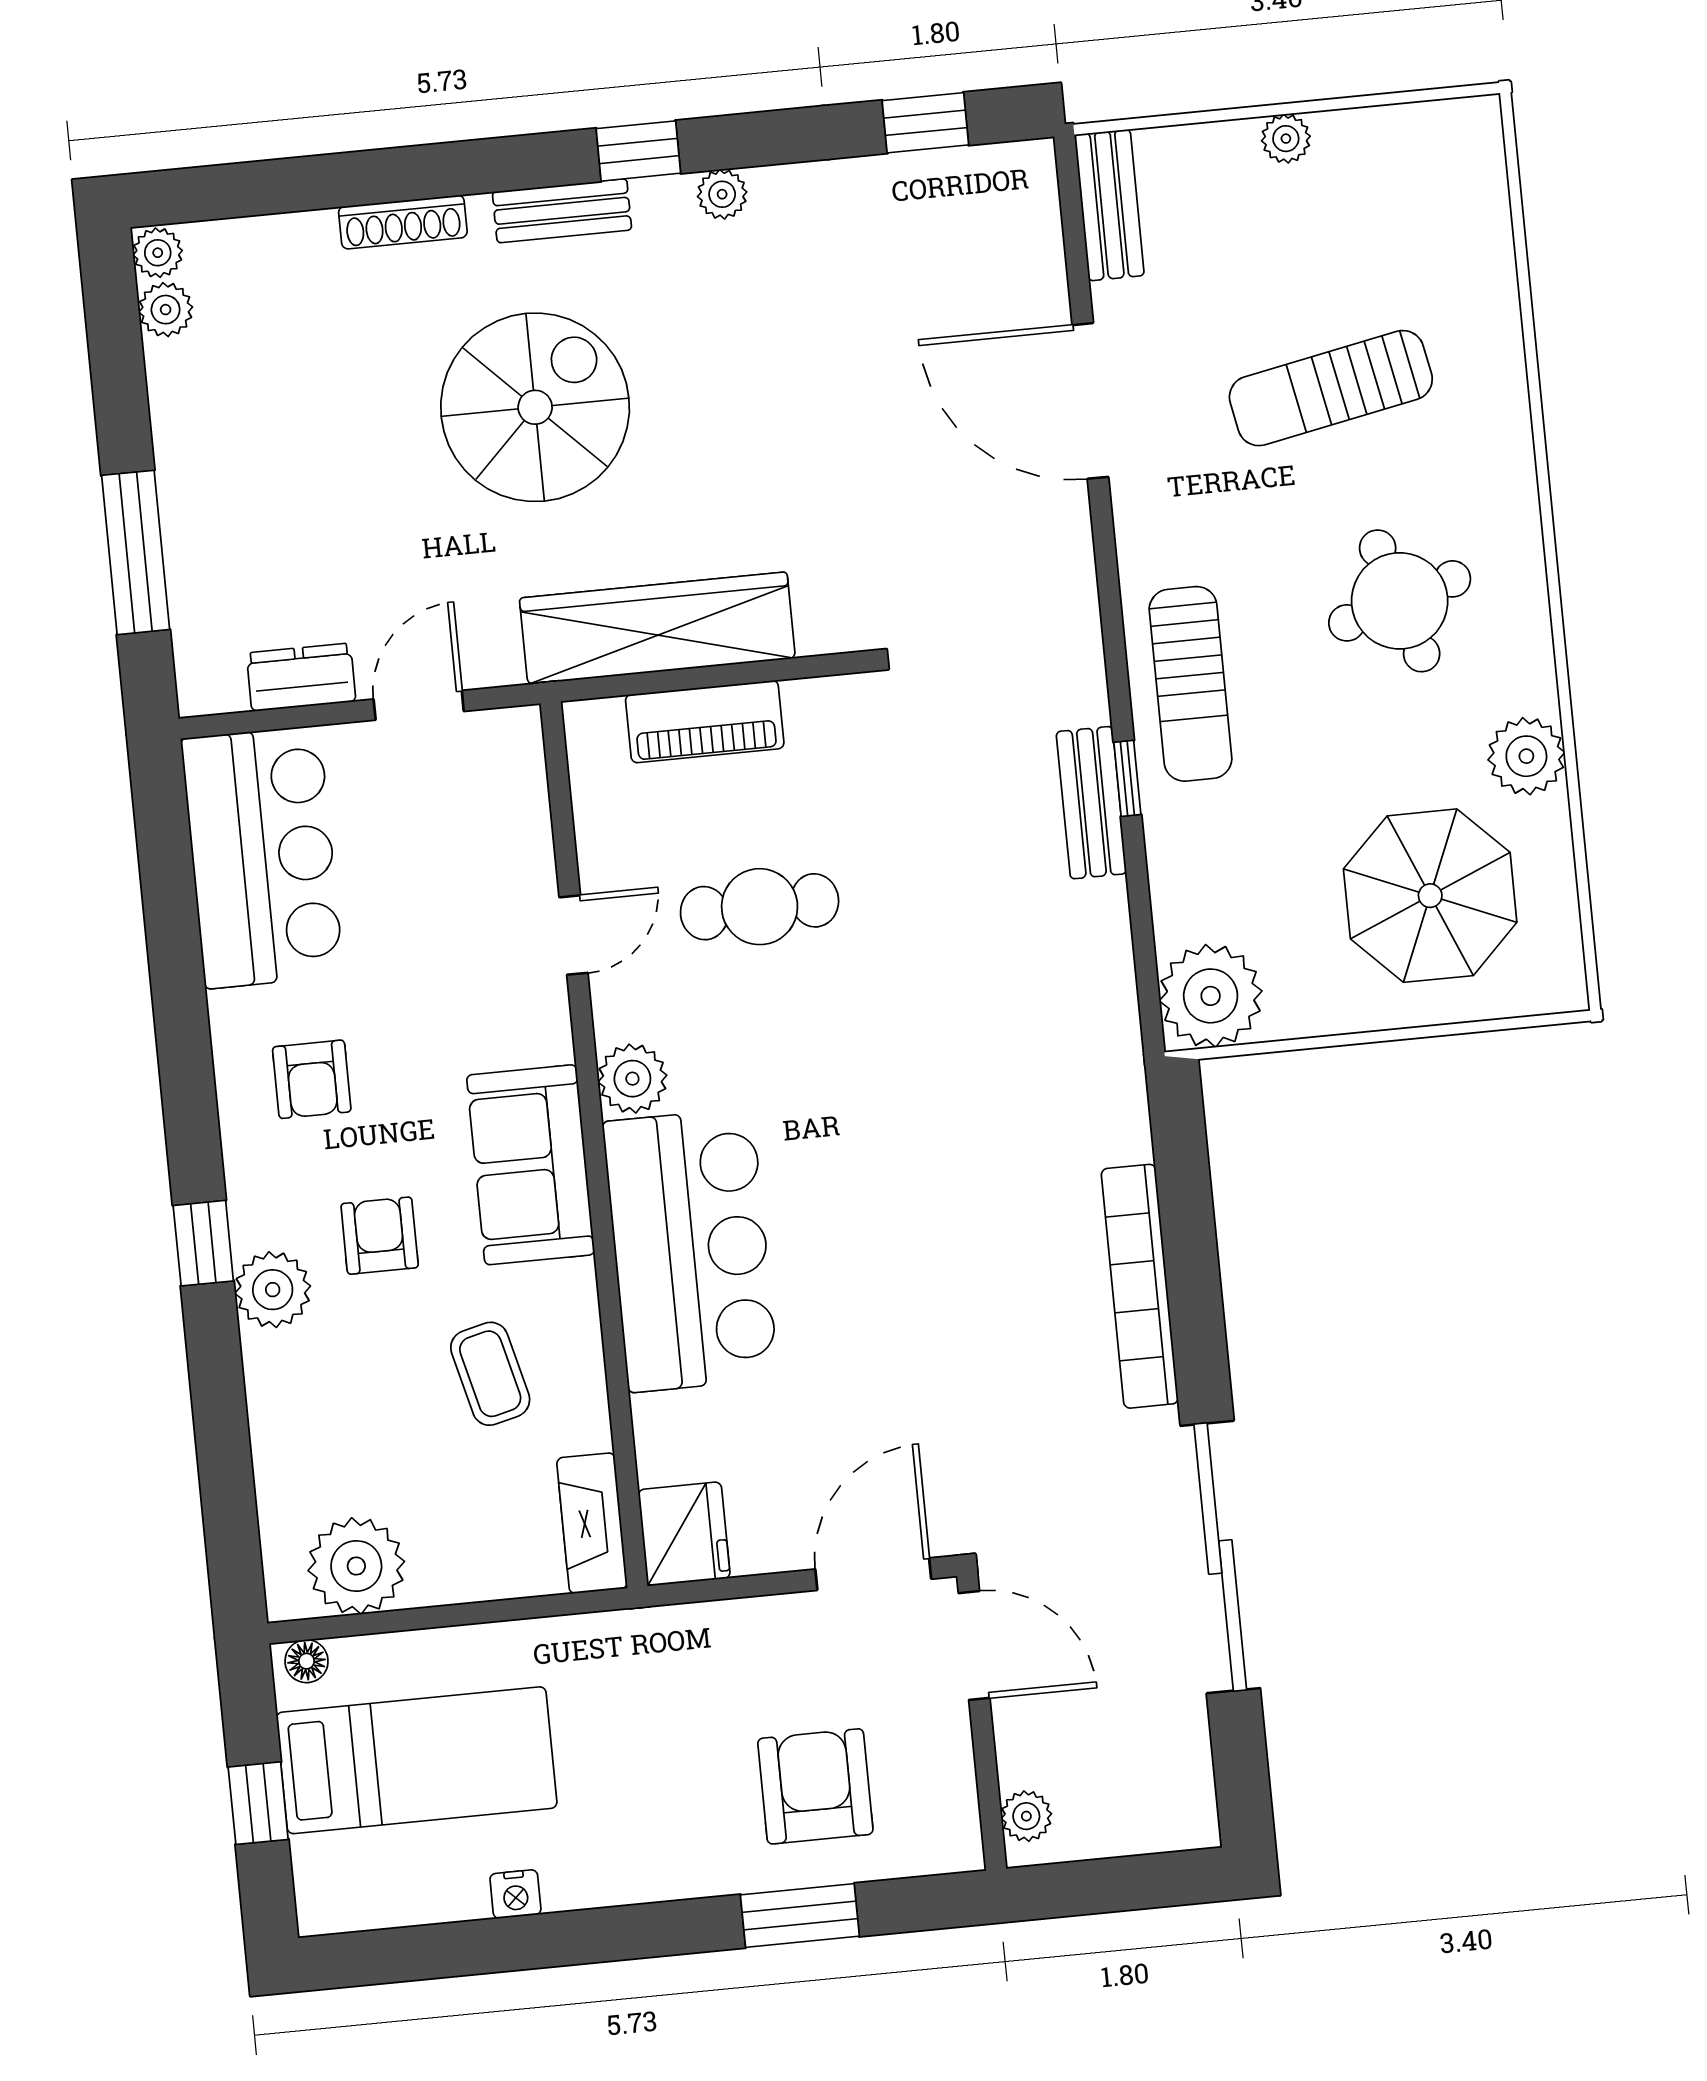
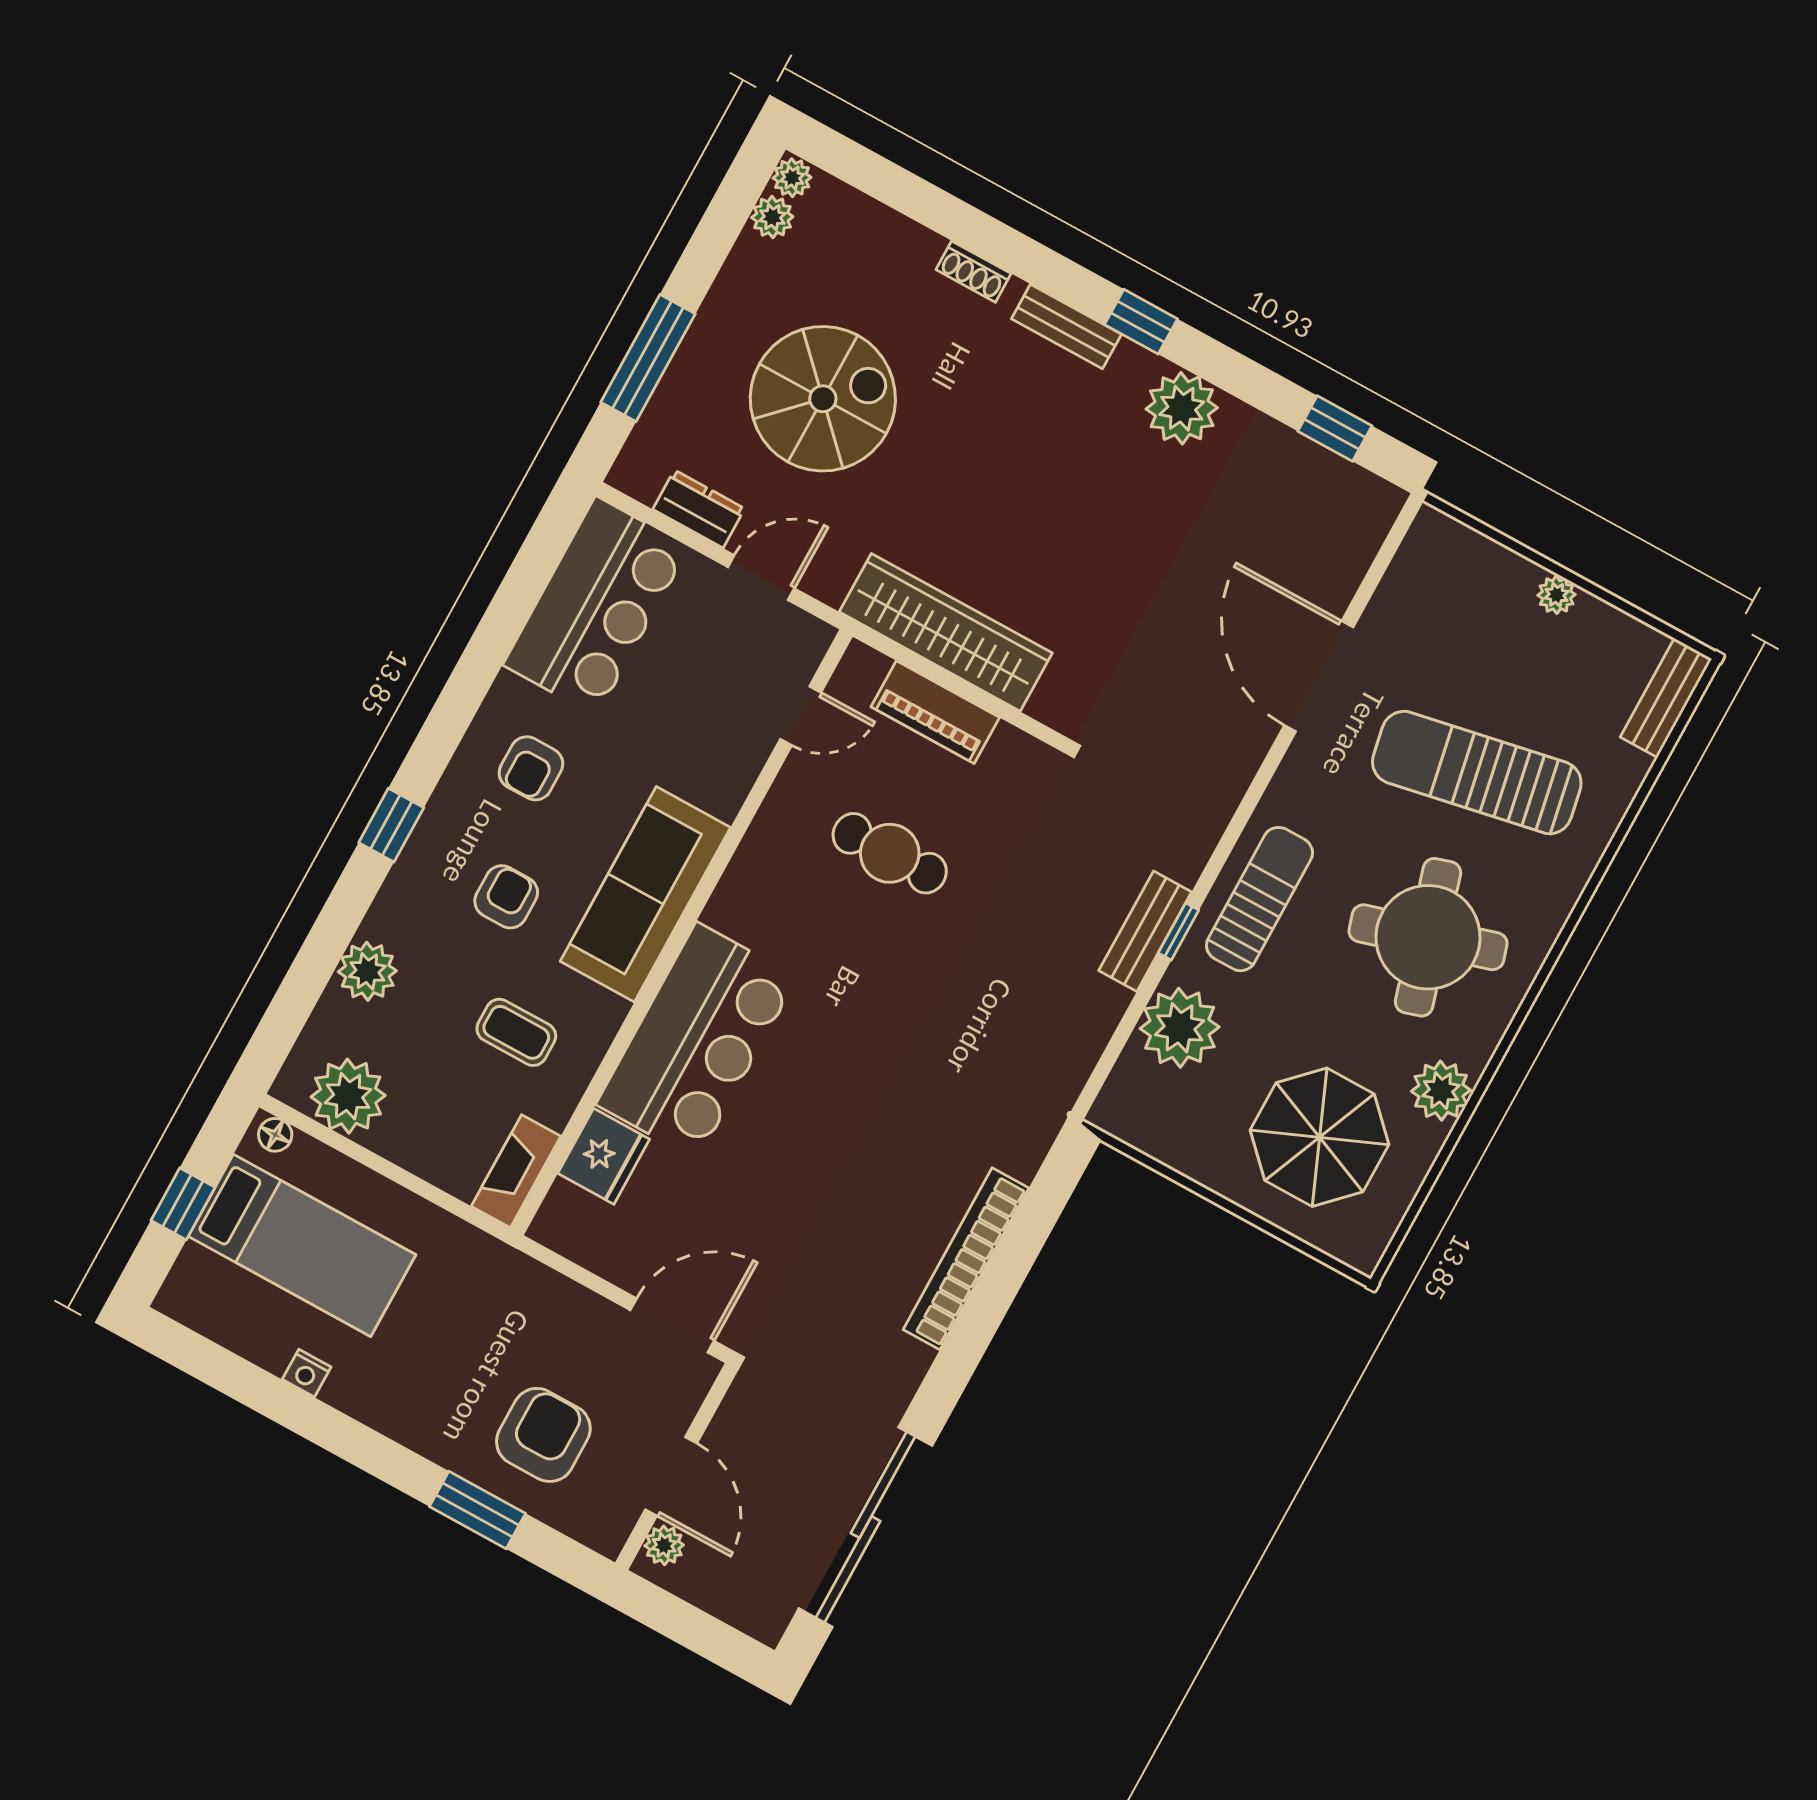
plant: (722, 194) -> (1182, 408), width x1.87, depth x1.87
bench: (1109, 205) -> (1666, 698), moved
shoe rack: (403, 222) -> (973, 272), width x0.70
sun lounger: (1331, 388) -> (1477, 773), width x1.36, depth x1.34
spiral stairs: (535, 407) -> (823, 399), moved
round table: (1400, 601) -> (1428, 937), width x1.36, depth x1.36
sun lounger: (1191, 684) -> (1260, 899), turned 180
door: (574, 935) -> (801, 716), moved
plant: (1211, 996) -> (1180, 1028), moved
plant: (632, 1079) -> (735, 907), removed
sofa: (531, 1165) -> (645, 894), width x1.36
plant: (273, 1290) -> (367, 971), moved
coffee table: (490, 1374) -> (516, 1032), turned -76
fridge: (684, 1534) -> (604, 1156), moved
sliding door: (1220, 1557) -> (866, 1527), moved
door: (974, 1646) -> (671, 1476), moved

